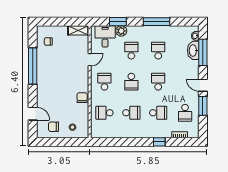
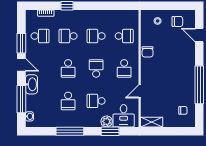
washbasin: (193, 50) -> (32, 84), moved
school desk: (131, 51) -> (96, 101), turned 90
school desk: (185, 113) -> (40, 36), turned 90

